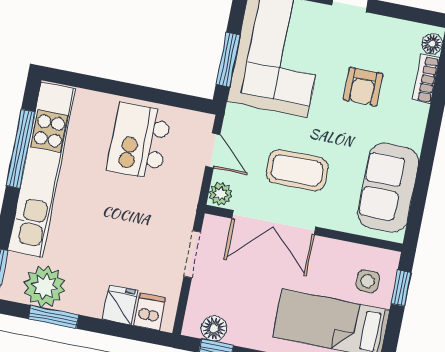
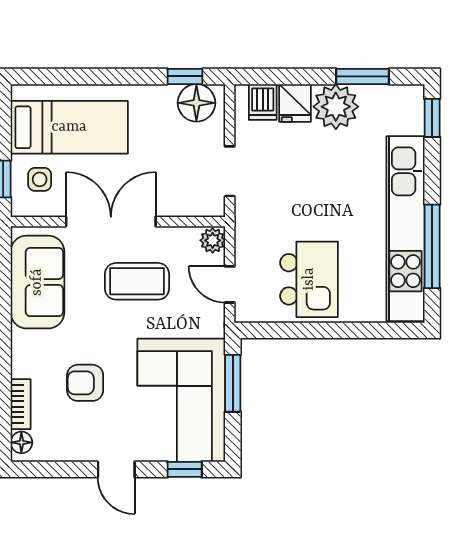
armchair: (363, 87) -> (85, 383), turned -90
double door: (274, 223) -> (111, 222), moved
plant: (45, 286) -> (336, 107), moved
floor lamp: (214, 328) -> (196, 103), width x1.38, depth x1.38

